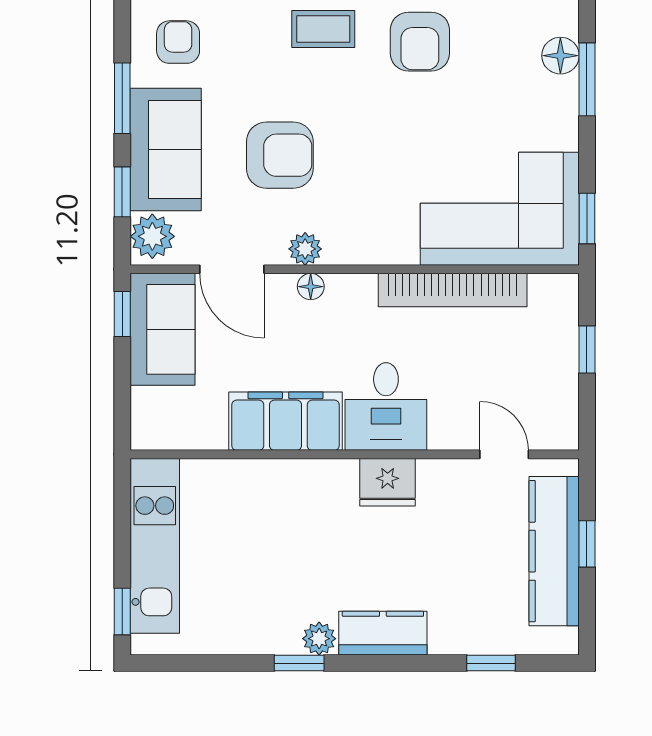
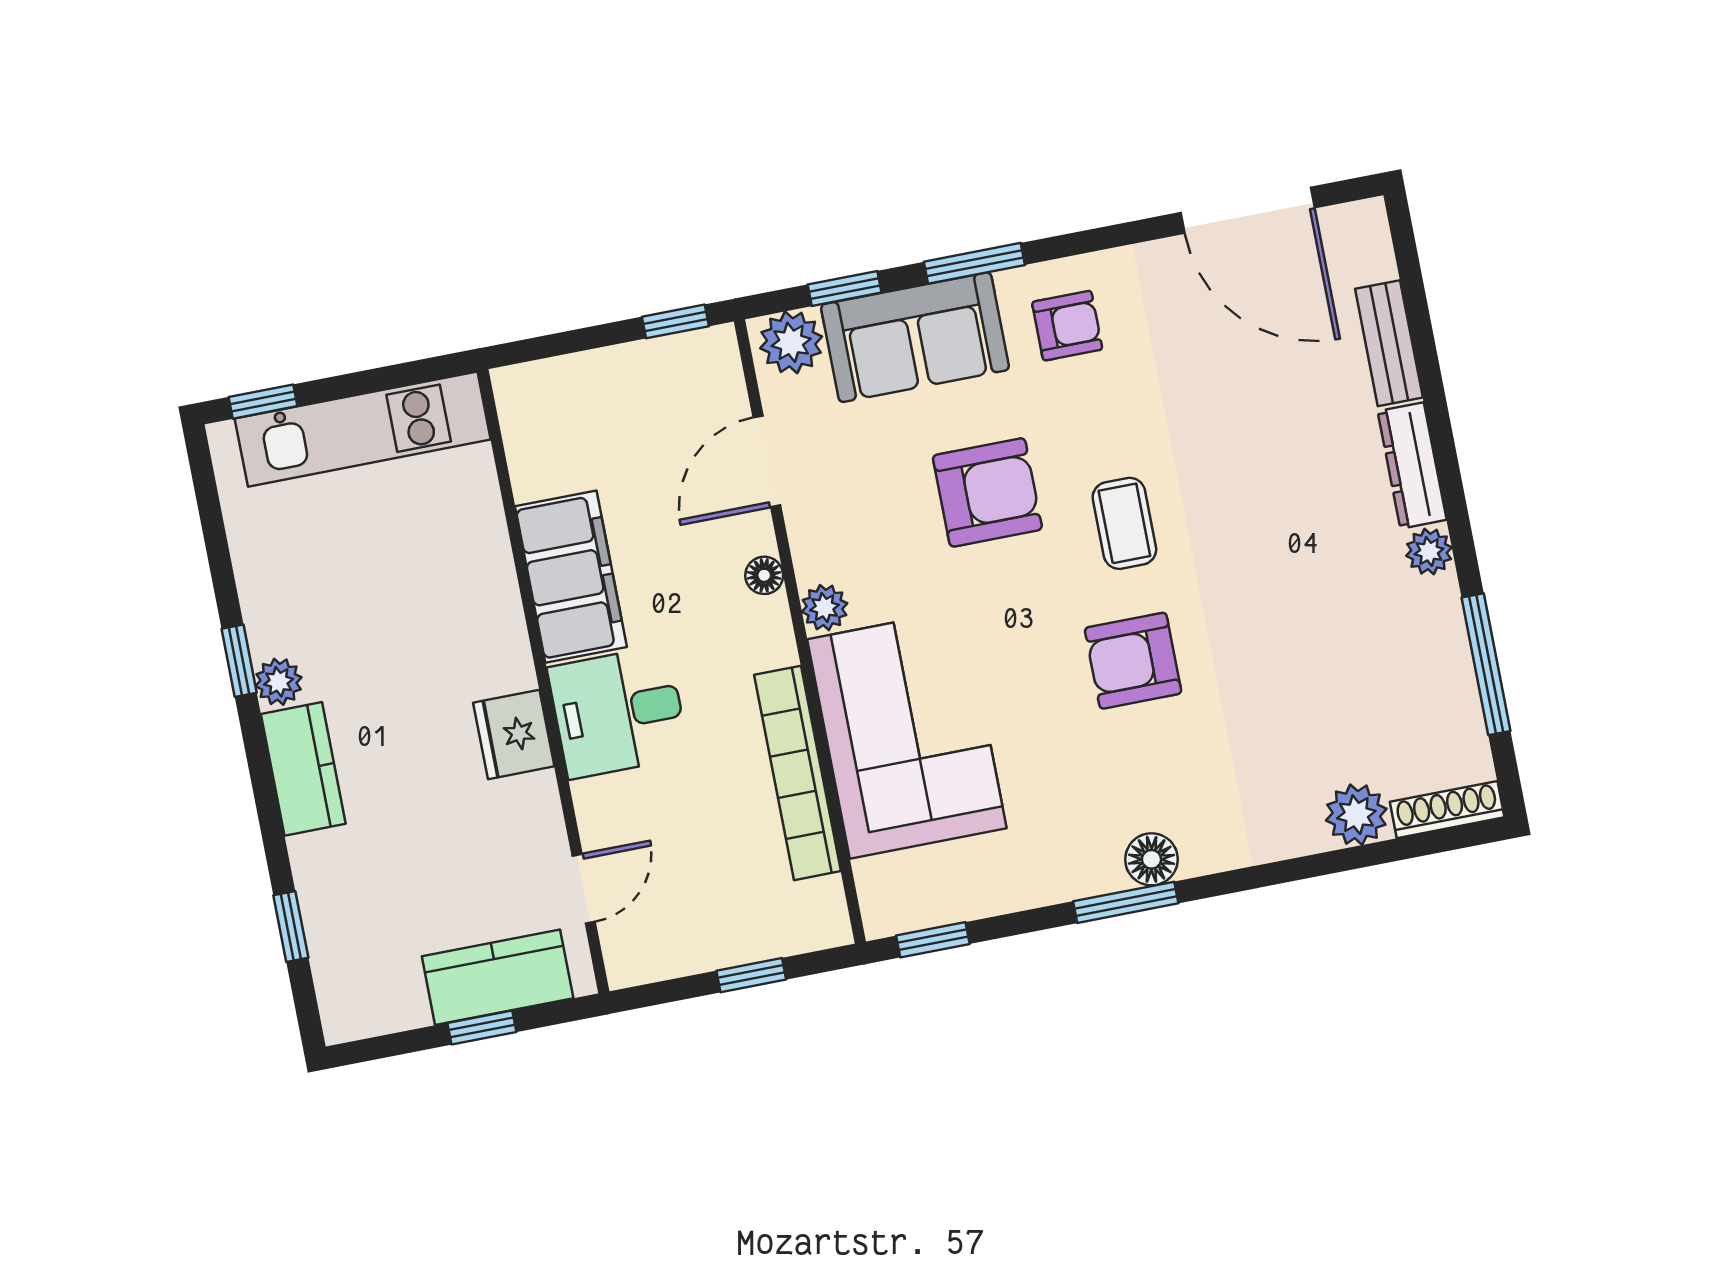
armchair: (280, 155) -> (987, 492), moved, turned -90
corner sofa: (500, 209) -> (907, 734), moved
plant: (305, 249) -> (825, 608), moved
sofa: (163, 329) -> (665, 382), removed
kitchen counter: (554, 551) -> (498, 977), width x0.67

